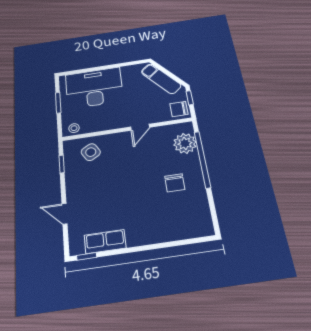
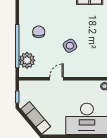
chair: (179, 109) -> (27, 89), removed
side table: (91, 152) -> (70, 46), moved

